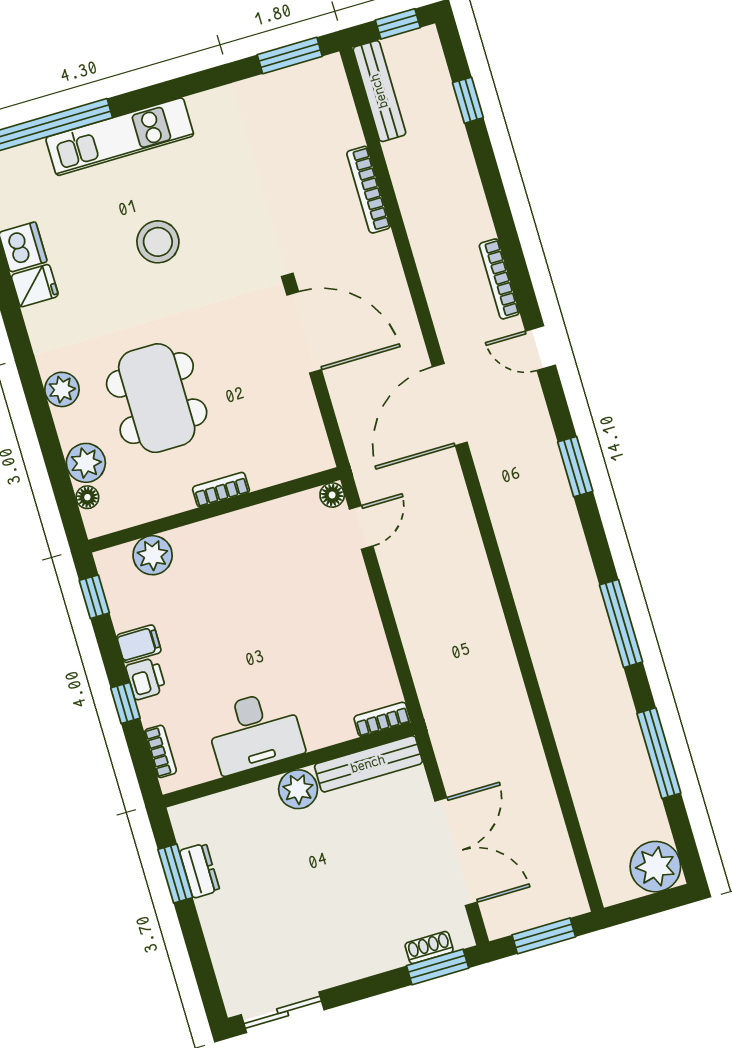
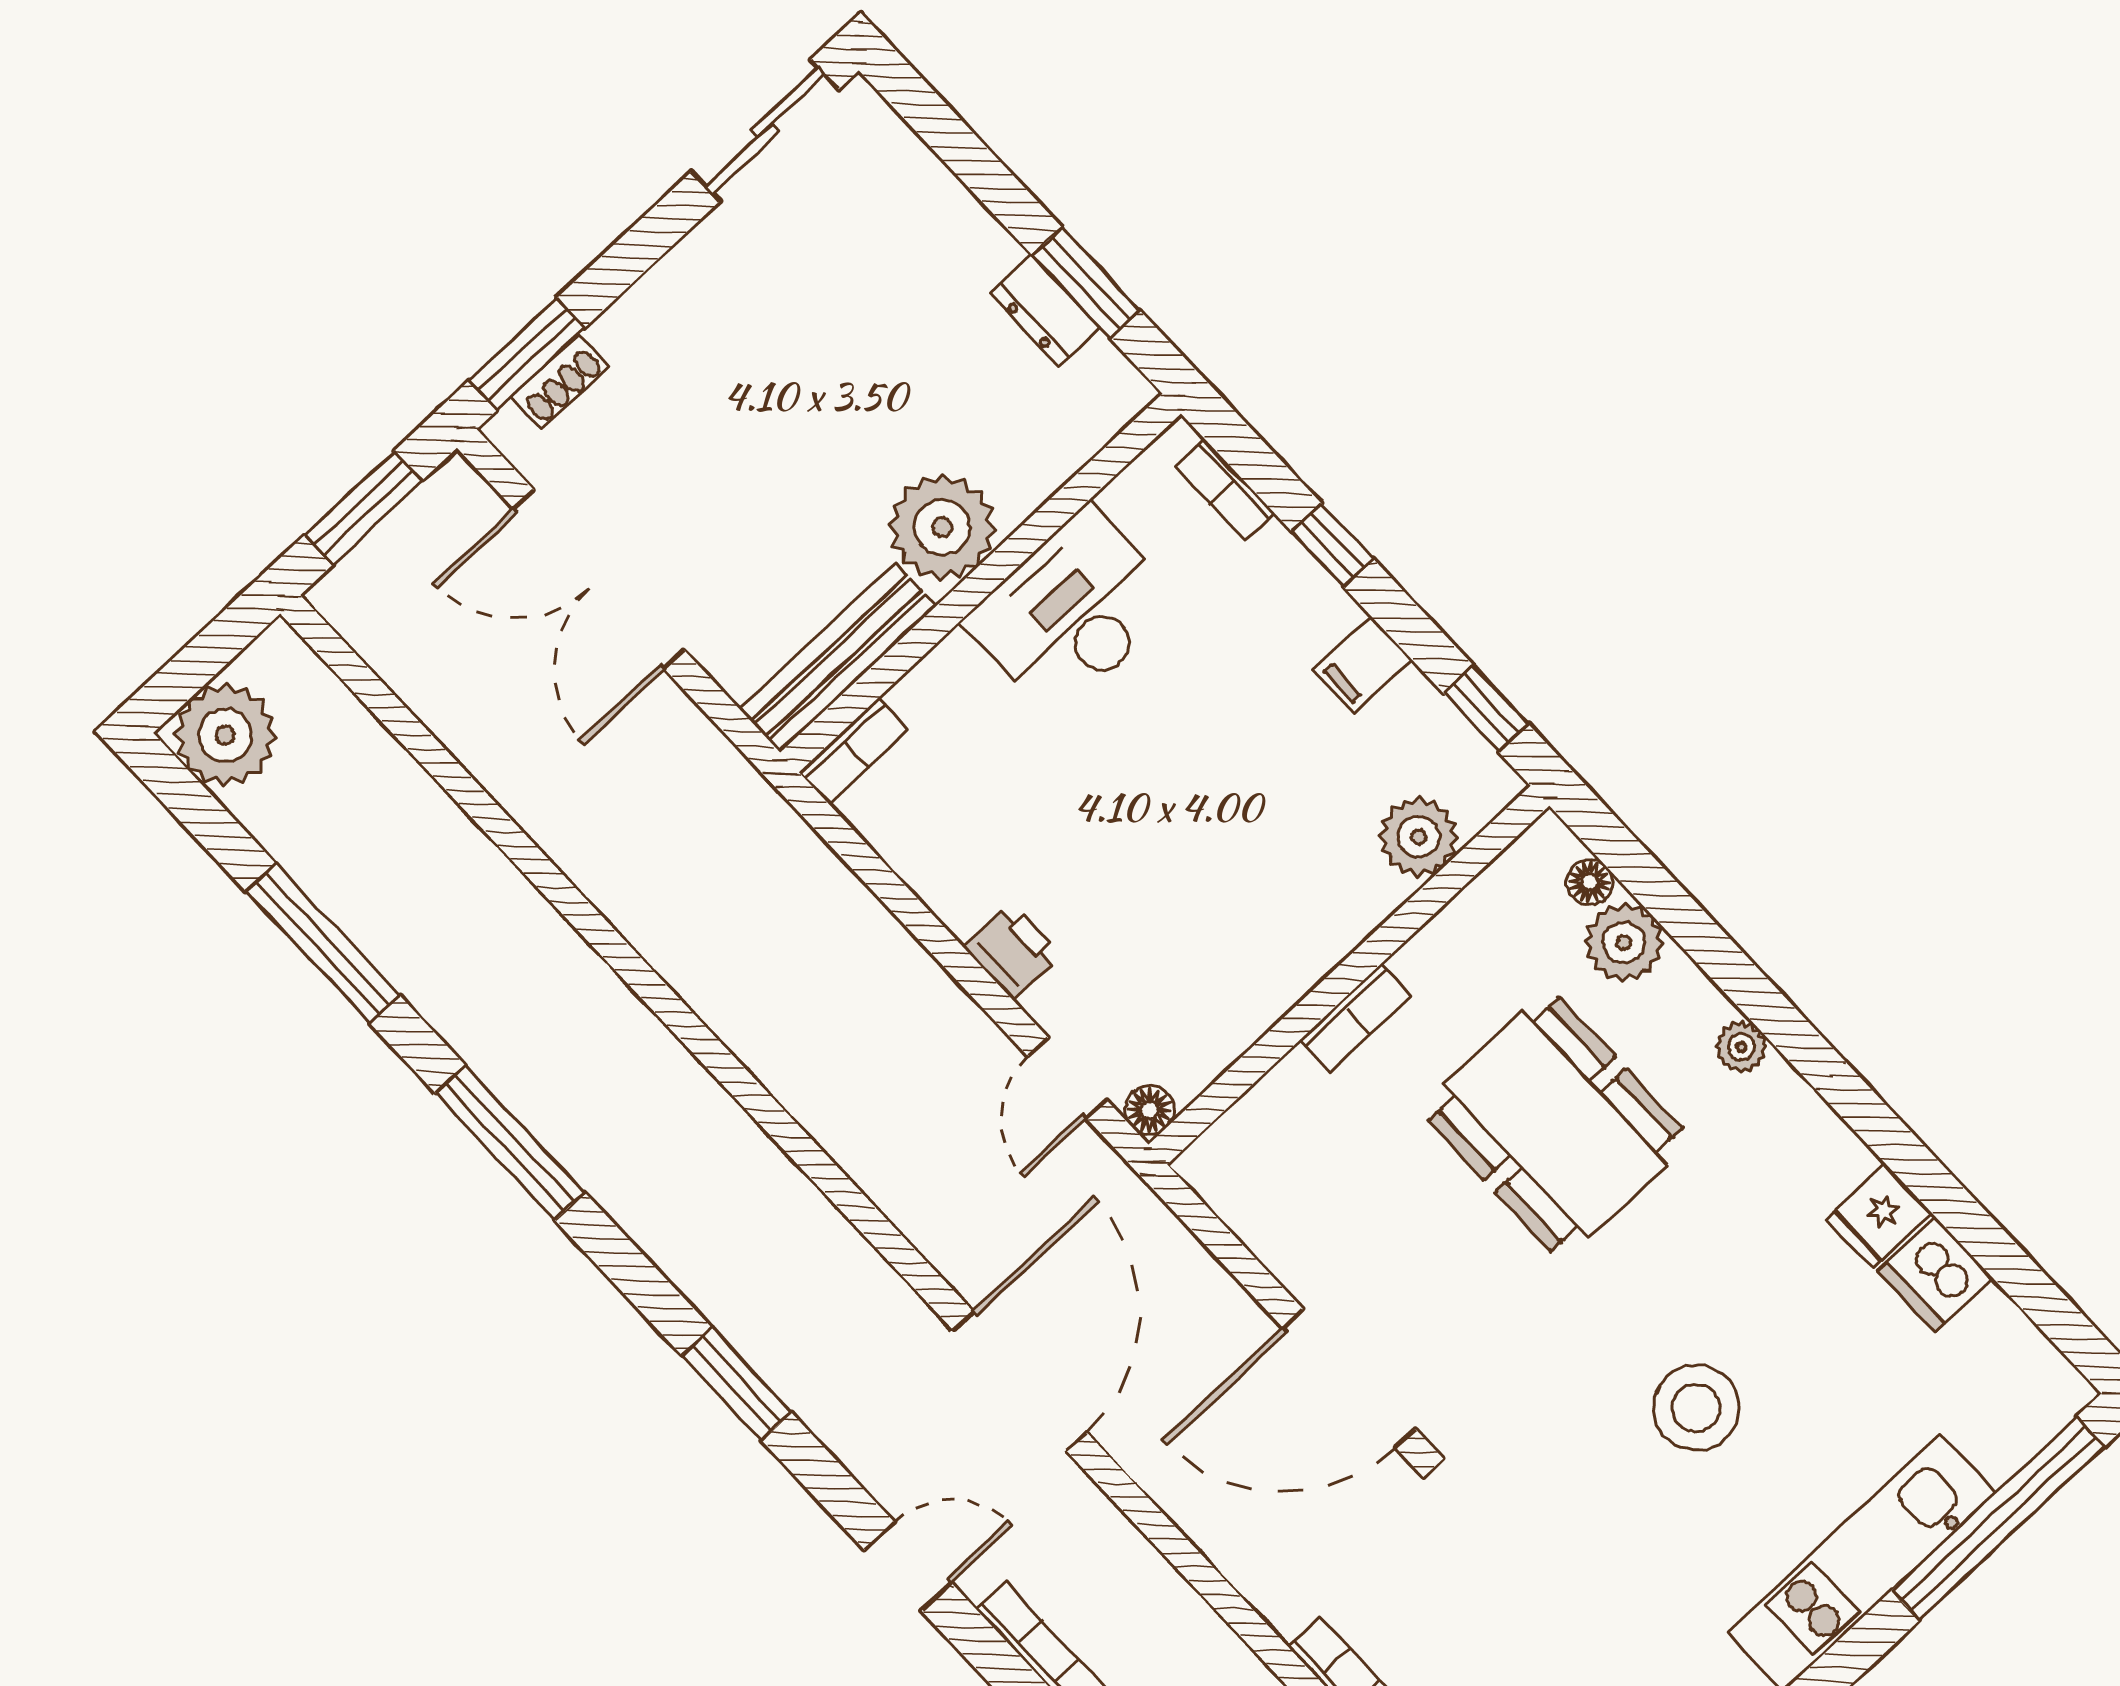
plant: (62, 389) -> (1741, 1047), width x0.73, depth x0.73
printer: (146, 679) -> (1013, 951), moved, turned 180
plant: (298, 789) -> (942, 527), width x1.36, depth x1.36

